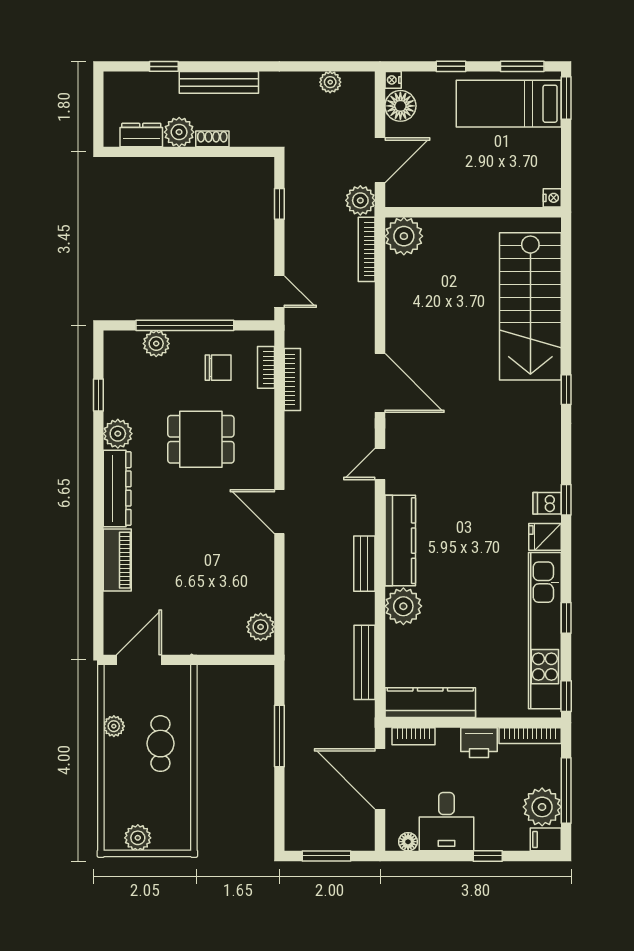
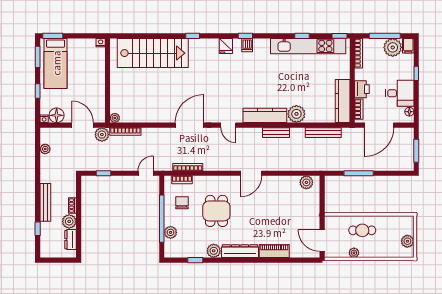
plant: (404, 236) -> (115, 118), width x0.53, depth x0.53
fridge: (545, 537) -> (226, 46), moved
printer: (479, 743) -> (362, 89), moved

